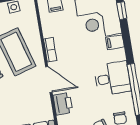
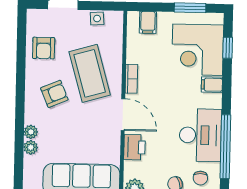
desk: (112, 78) -> (200, 135), width x1.37

